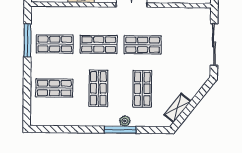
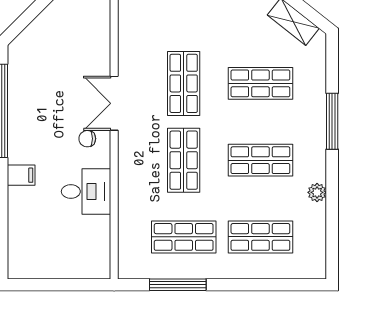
shop shelf: (55, 44) -> (184, 237), turned 90
shop shelf: (54, 88) -> (260, 237), turned 90
plant: (125, 121) -> (317, 192), moved

